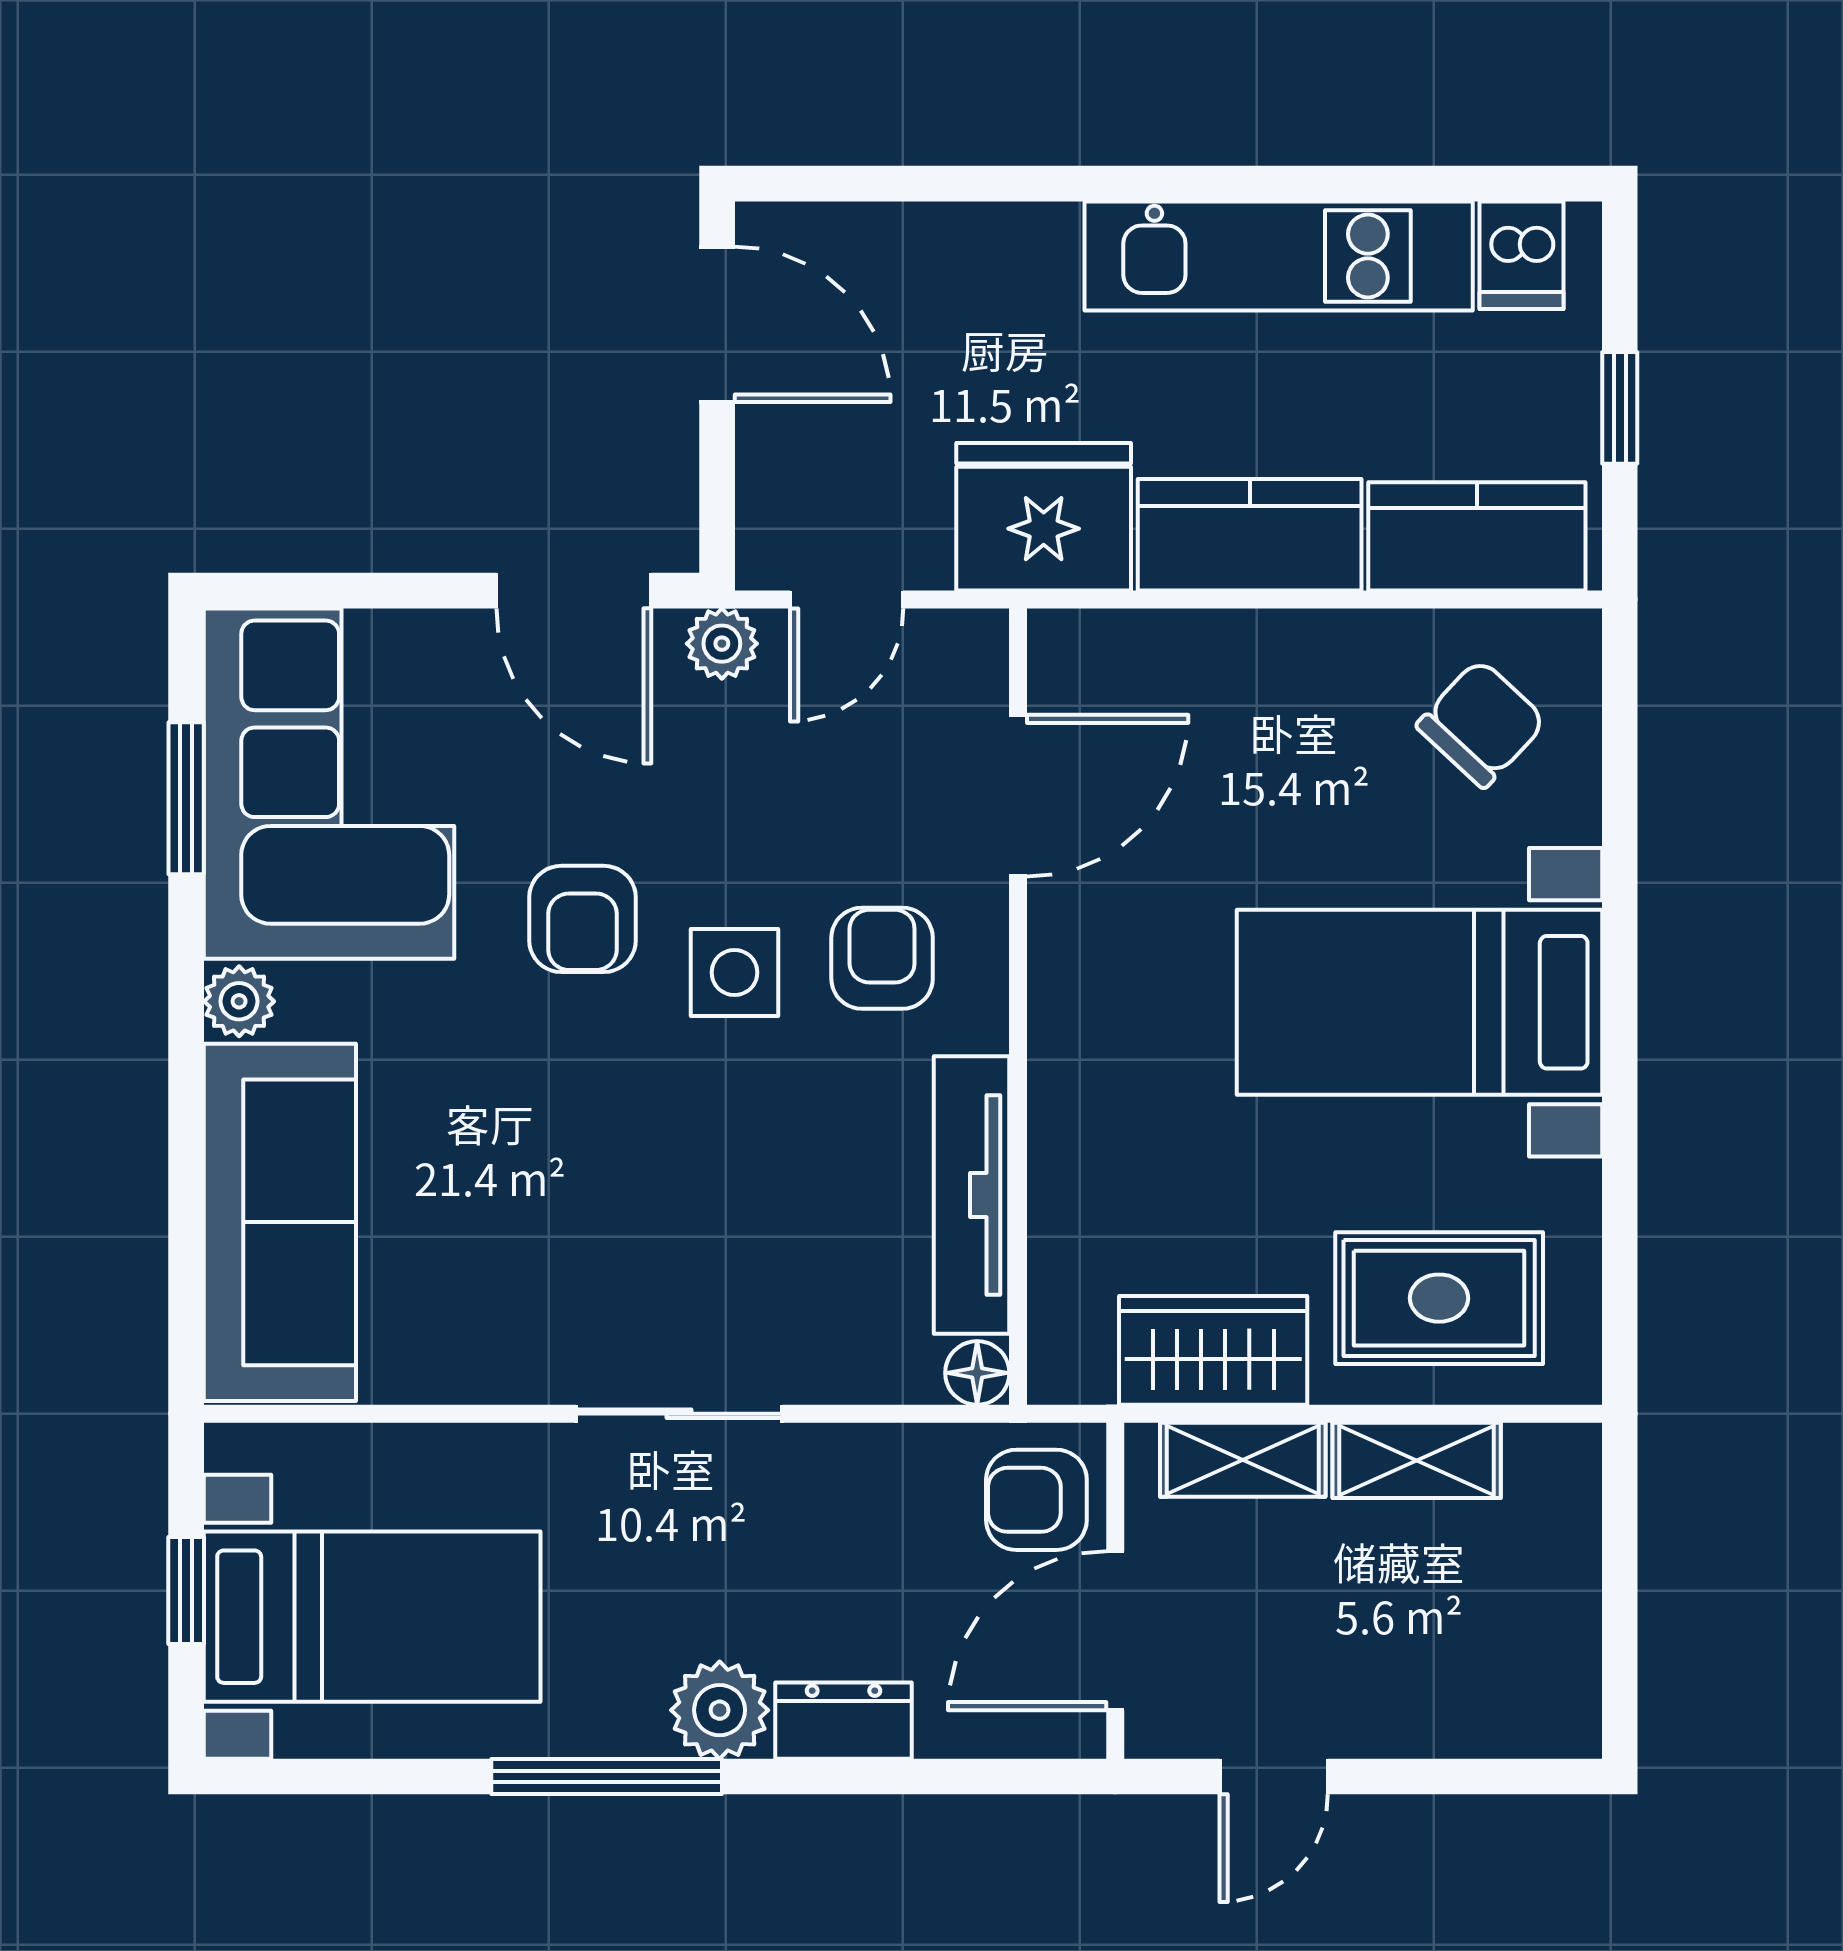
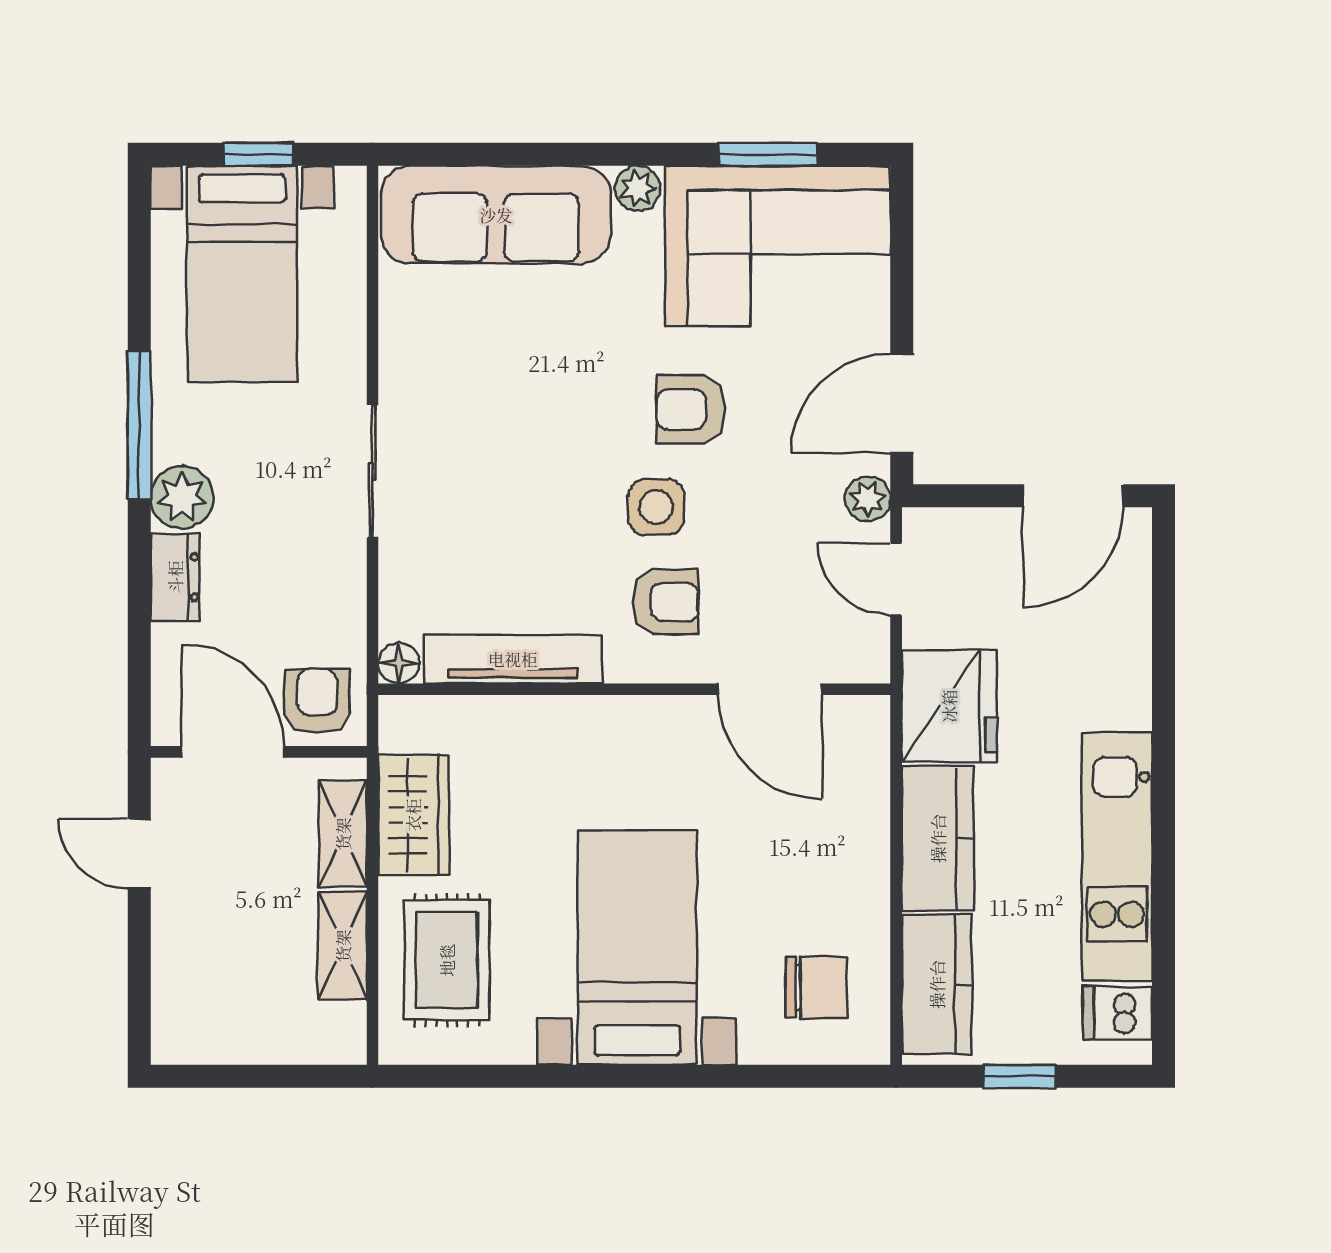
chair: (1481, 723) -> (816, 987), turned -43

